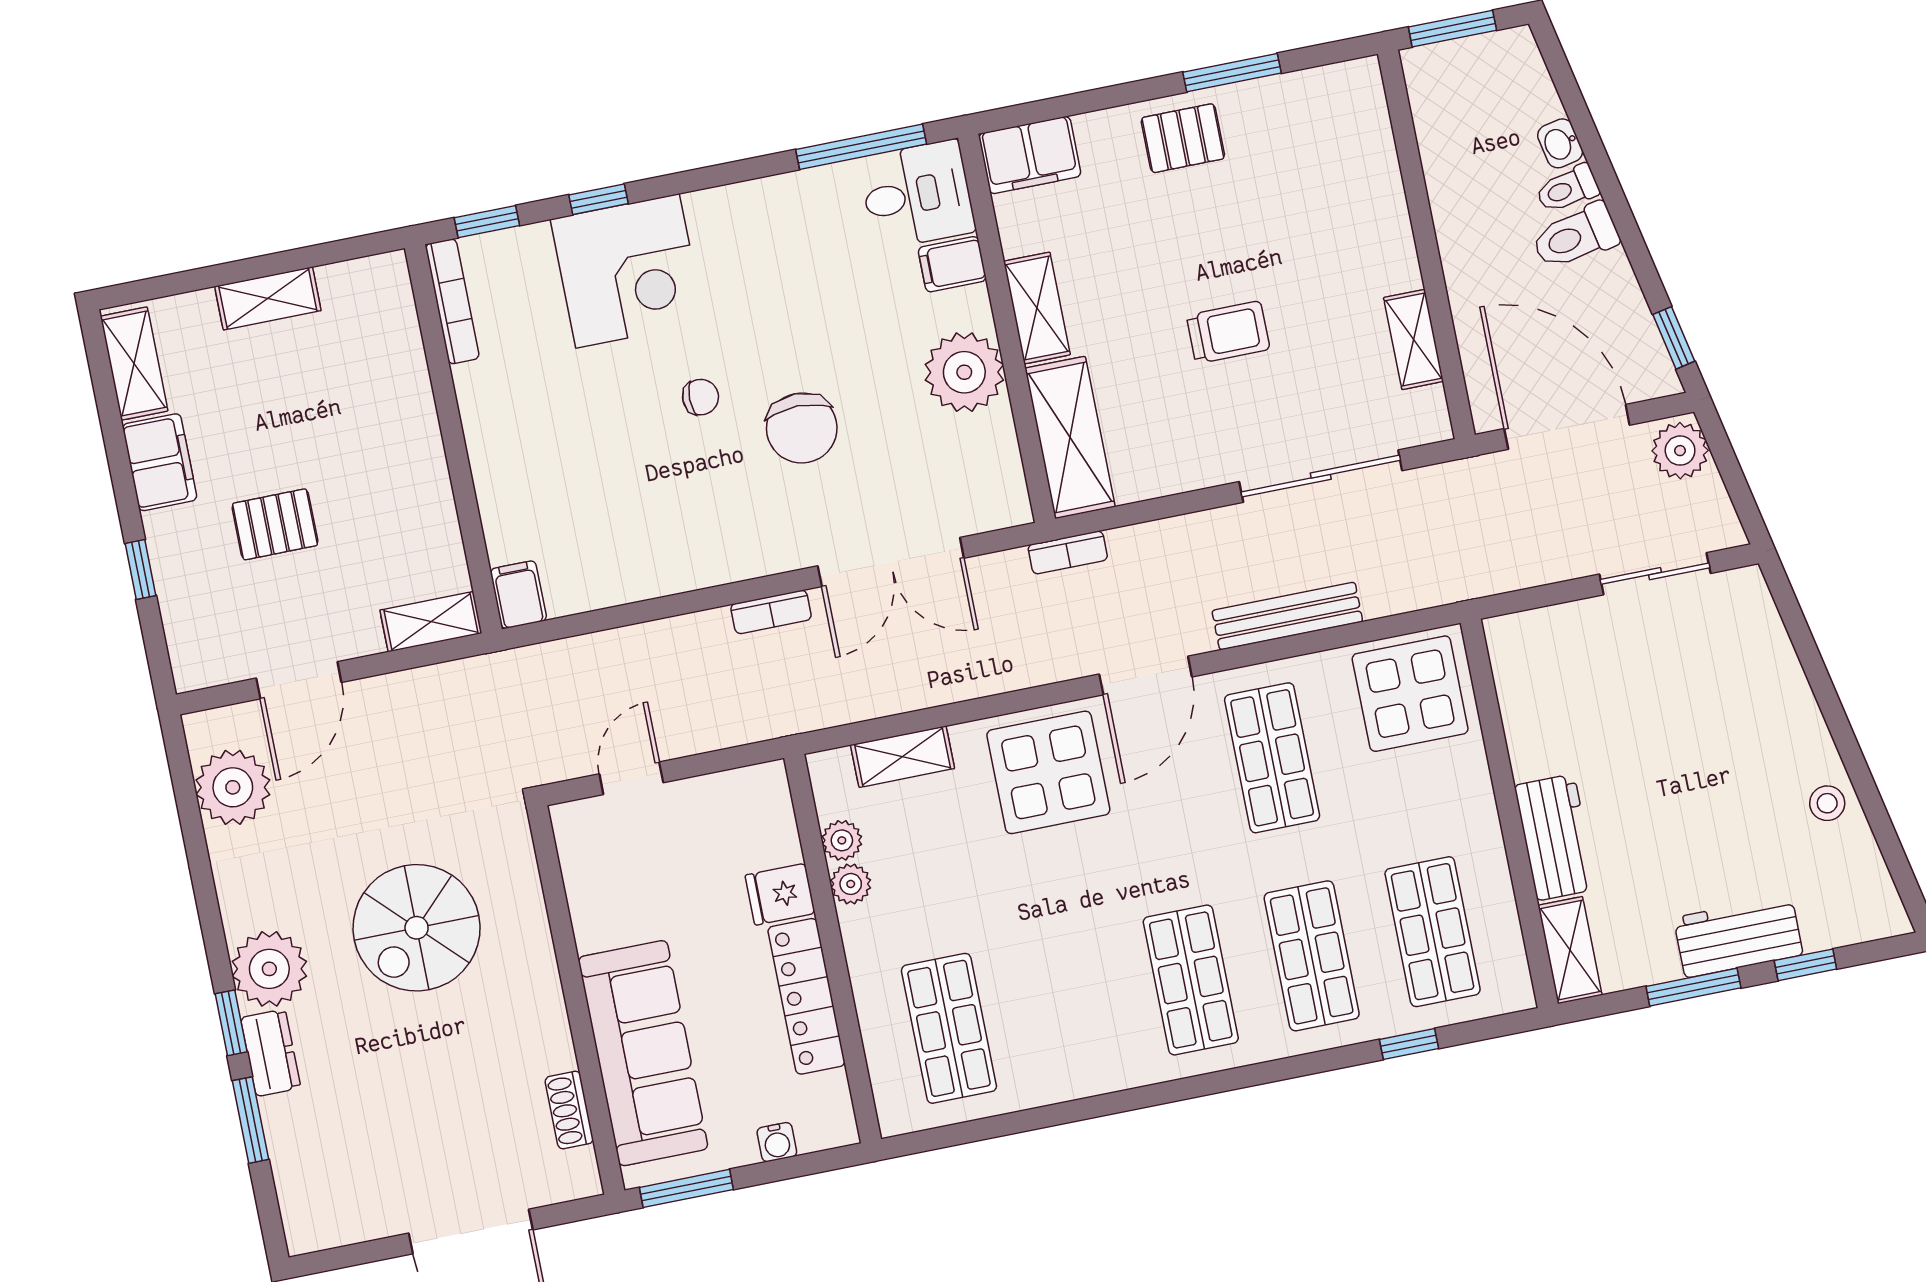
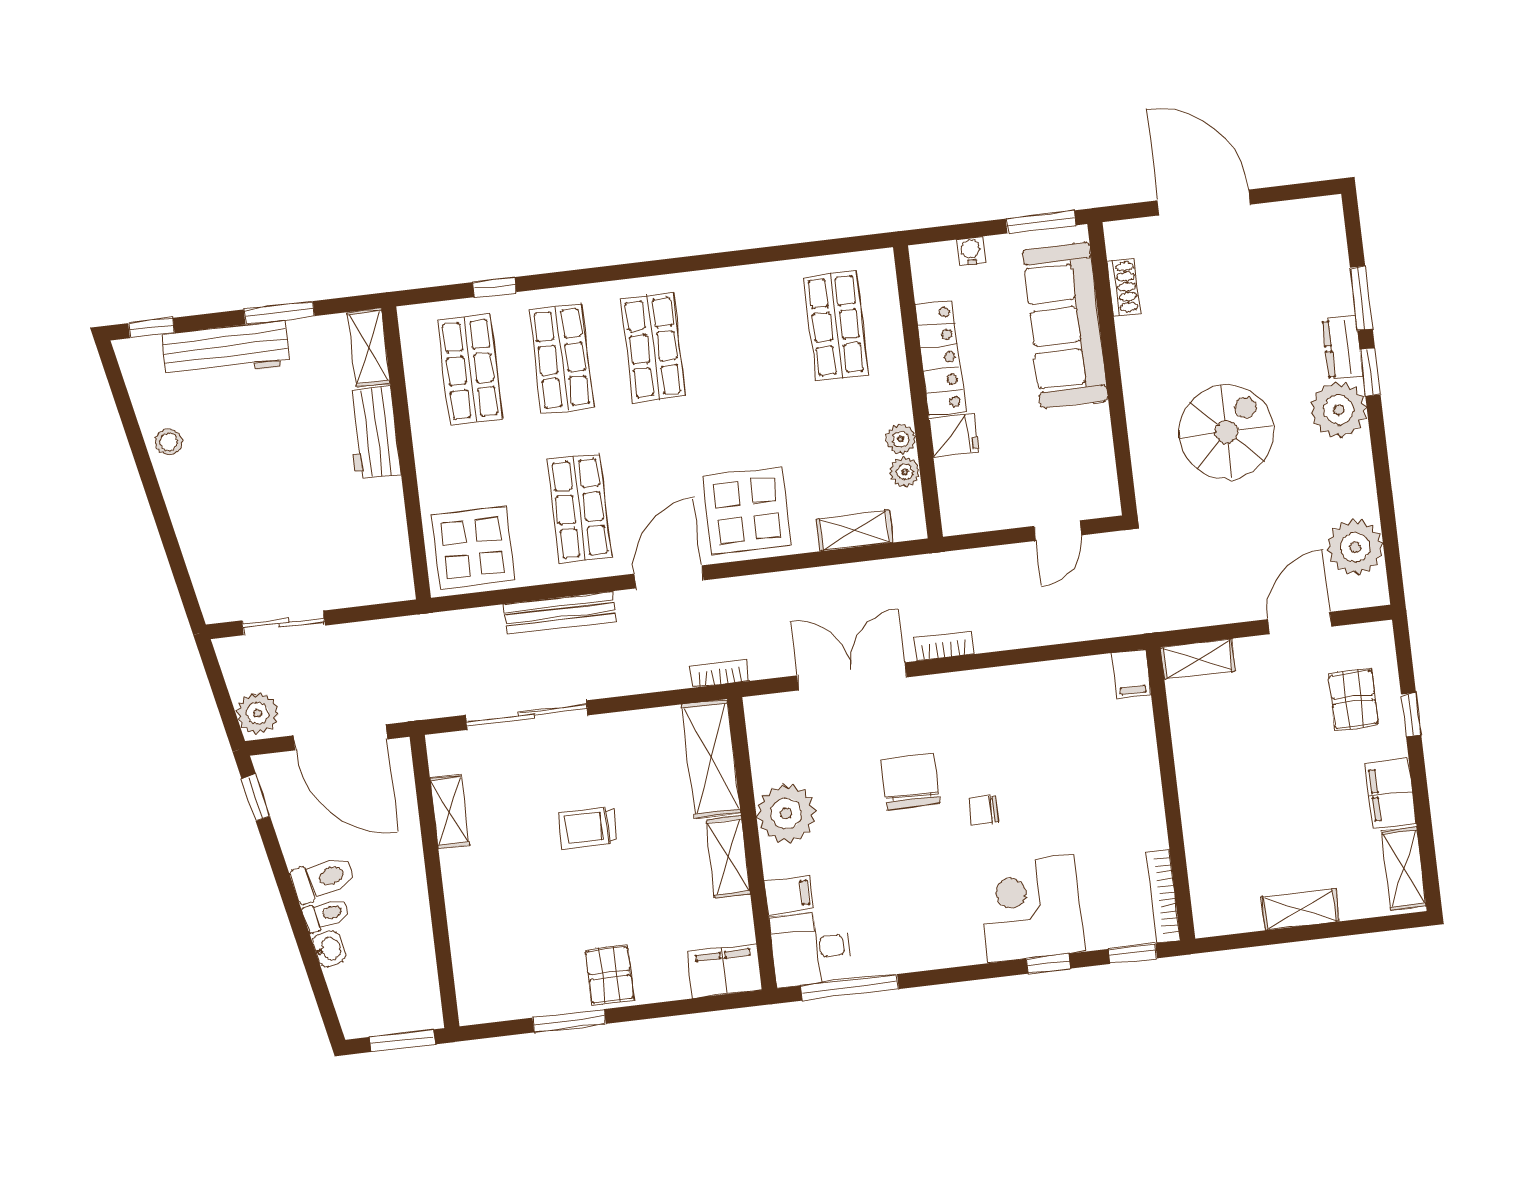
pallet: (1183, 138) -> (610, 975), turned 90
pallet: (275, 524) -> (1353, 699), moved, turned 90
workbench: (1738, 936) -> (226, 350), width x1.38
window: (1805, 965) -> (151, 328), moved

